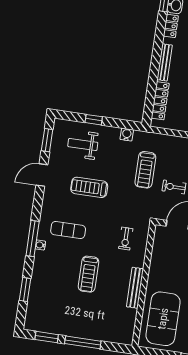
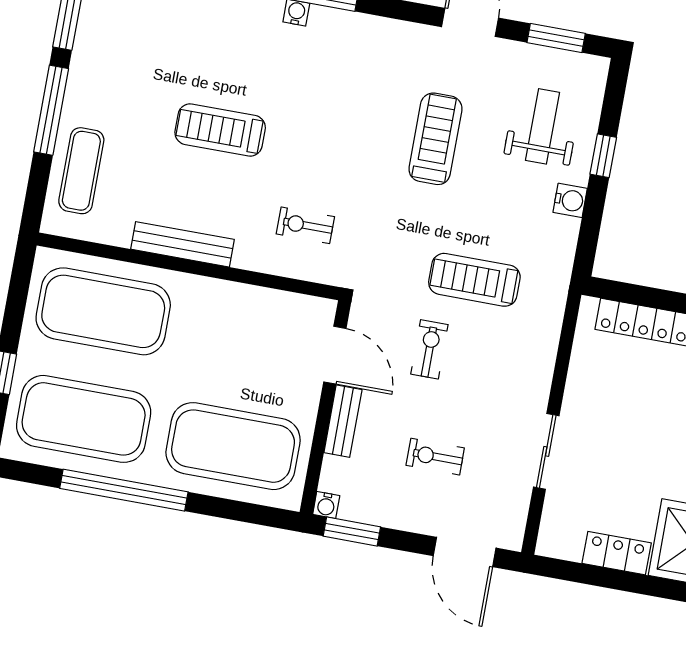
water cooler: (127, 135) -> (570, 200), moved
exercise mat: (68, 230) -> (81, 171), moved

